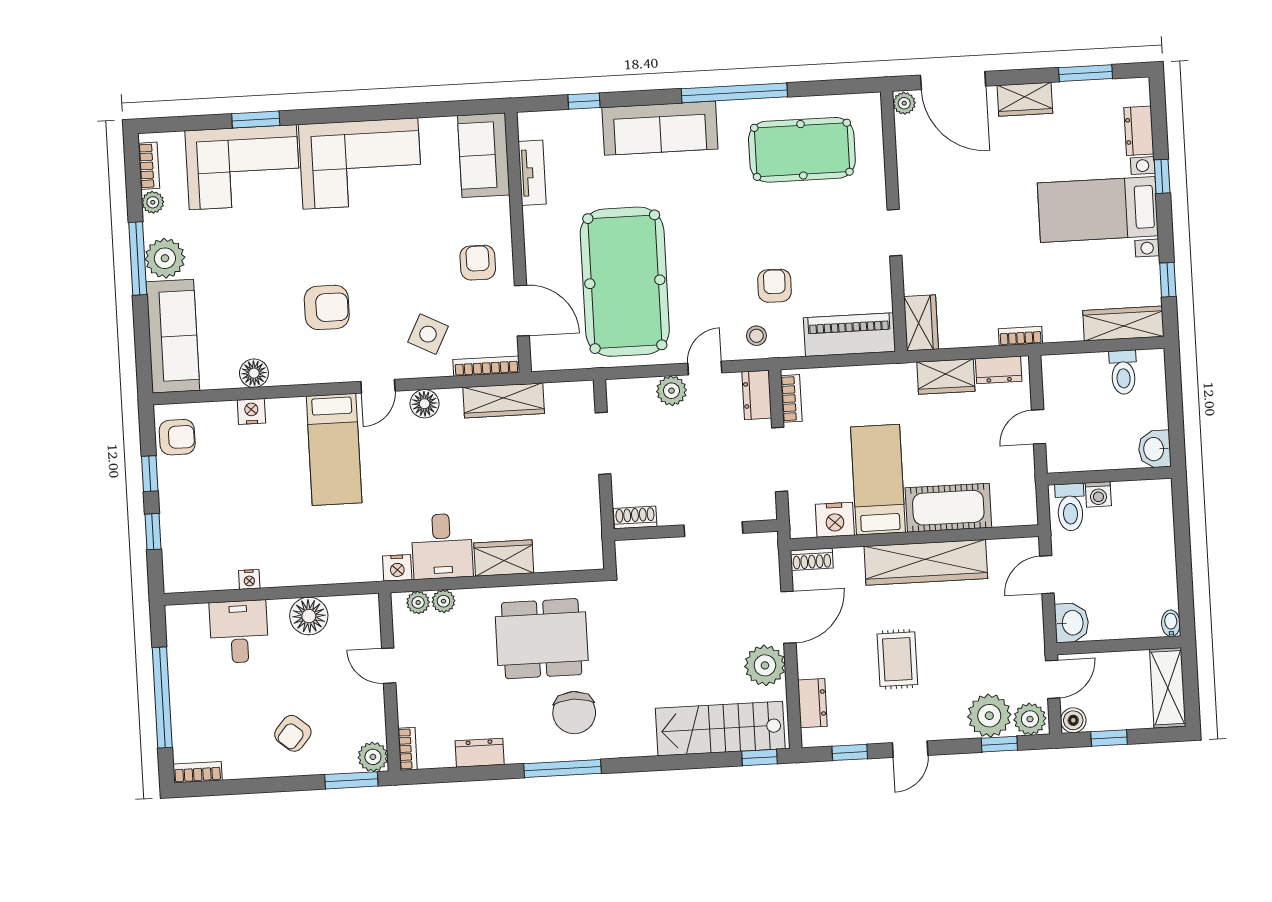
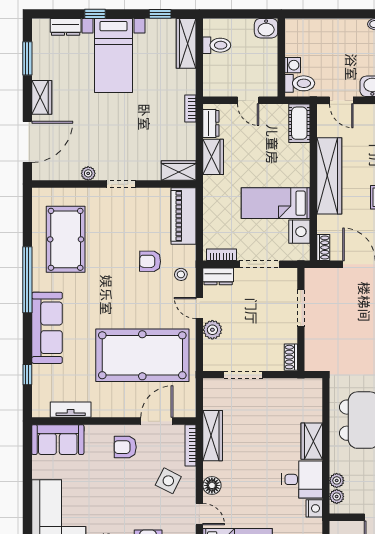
plant: (904, 103) -> (88, 173), moved
cot: (948, 508) -> (299, 123), moved, width x0.73, depth x0.75

